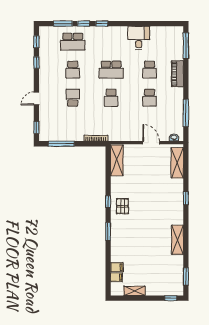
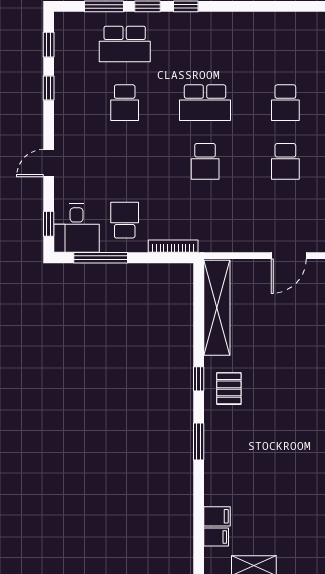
desk: (139, 38) -> (77, 228), moved, turned 180
school desk: (73, 98) -> (125, 220), moved
door: (151, 143) -> (289, 256), swing flipped
shelving: (117, 160) -> (217, 308), width x1.47

